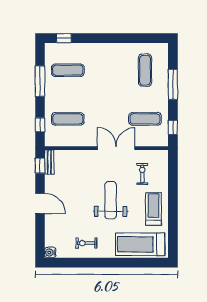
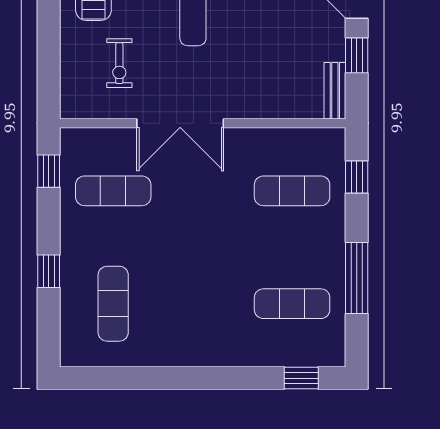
window: (173, 84) -> (49, 271), width x0.46
window: (40, 166) -> (357, 55), moved

